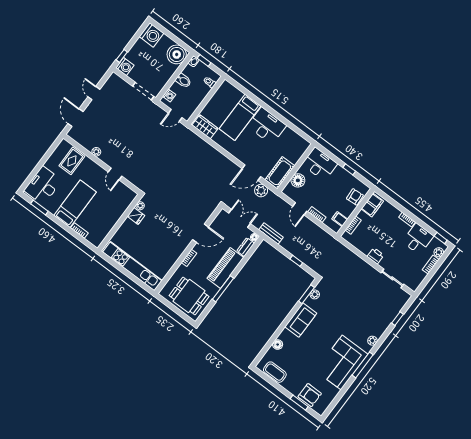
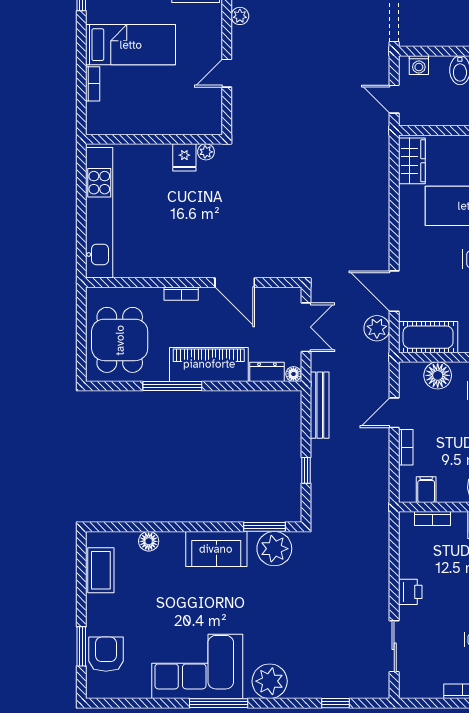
bench: (271, 233) -> (320, 405), width x1.36
plant: (315, 294) -> (274, 549), width x1.88, depth x1.88
plant: (372, 341) -> (270, 681), width x1.87, depth x1.87
armchair: (310, 395) -> (106, 654), turned 180

